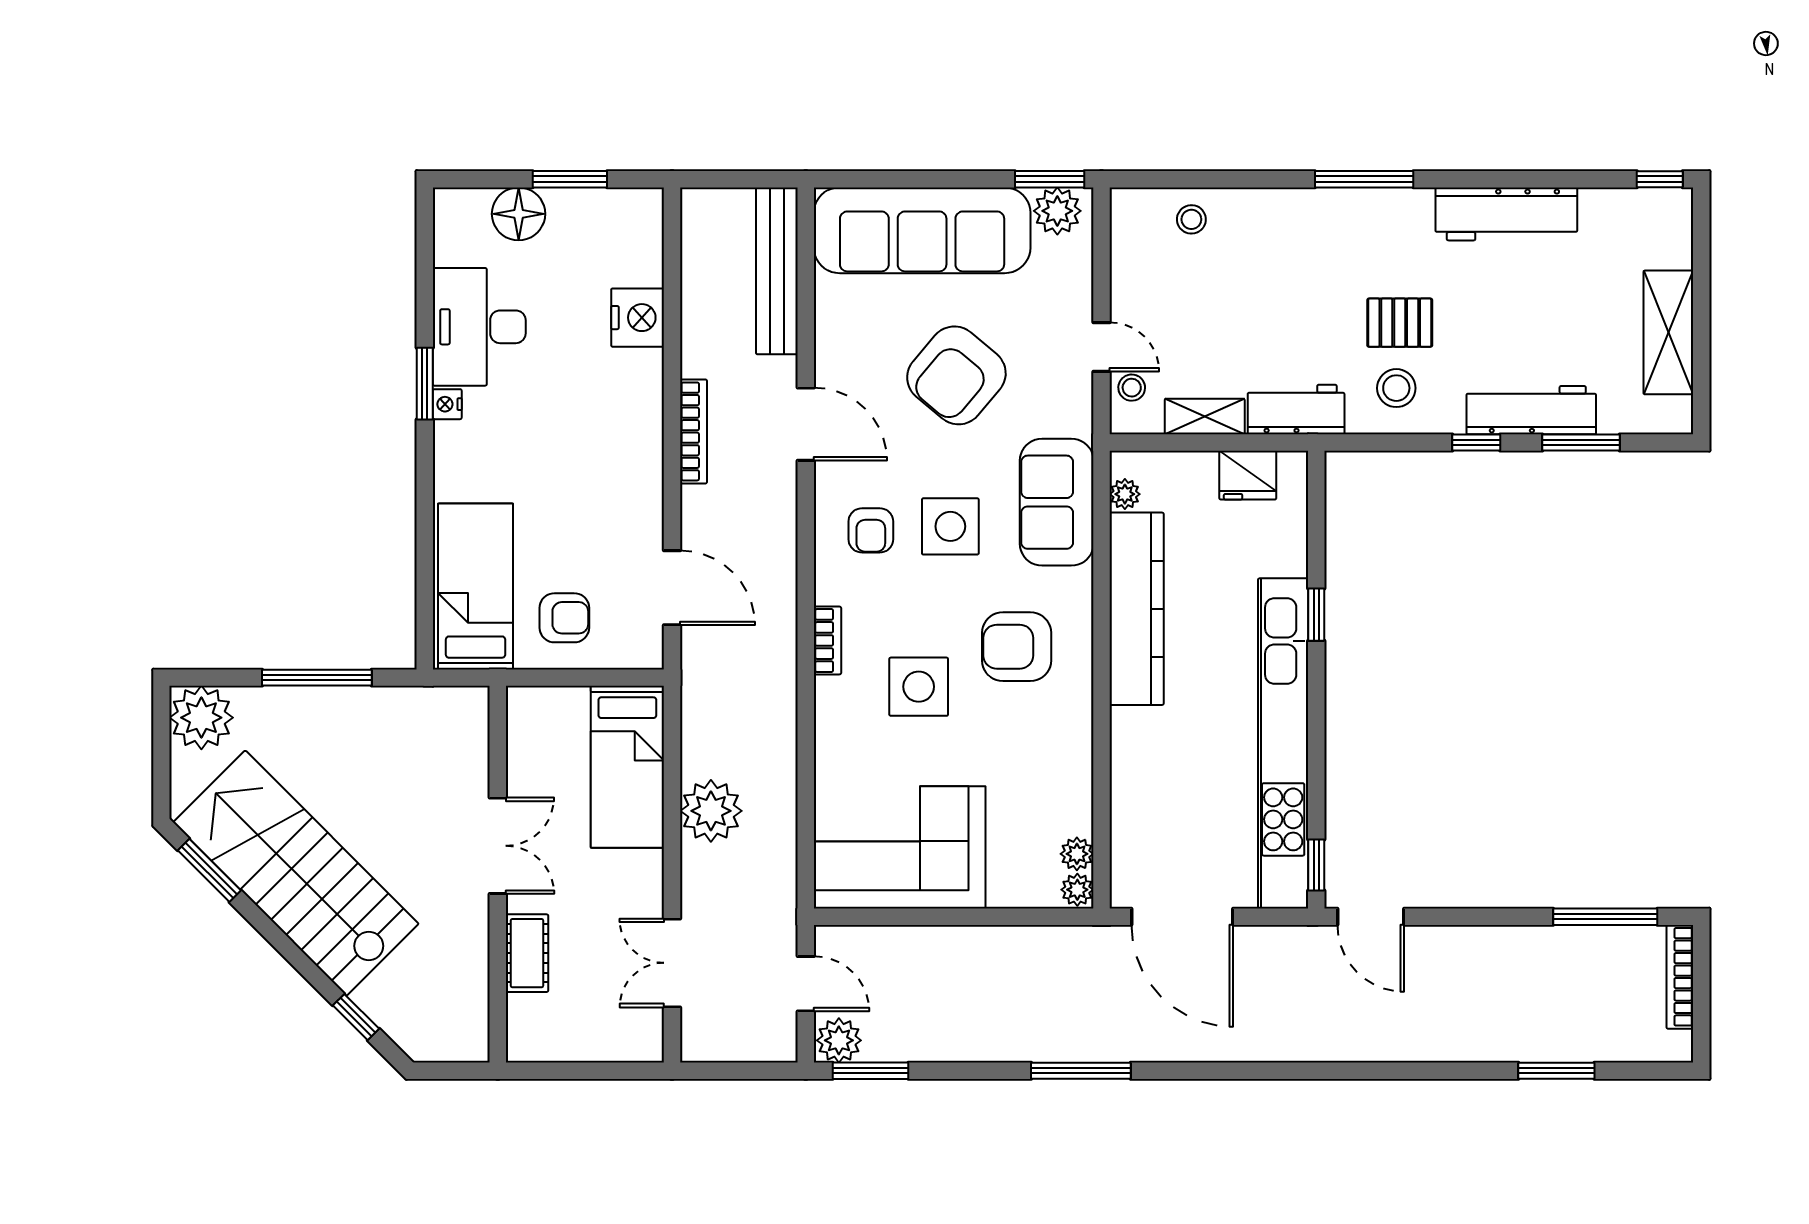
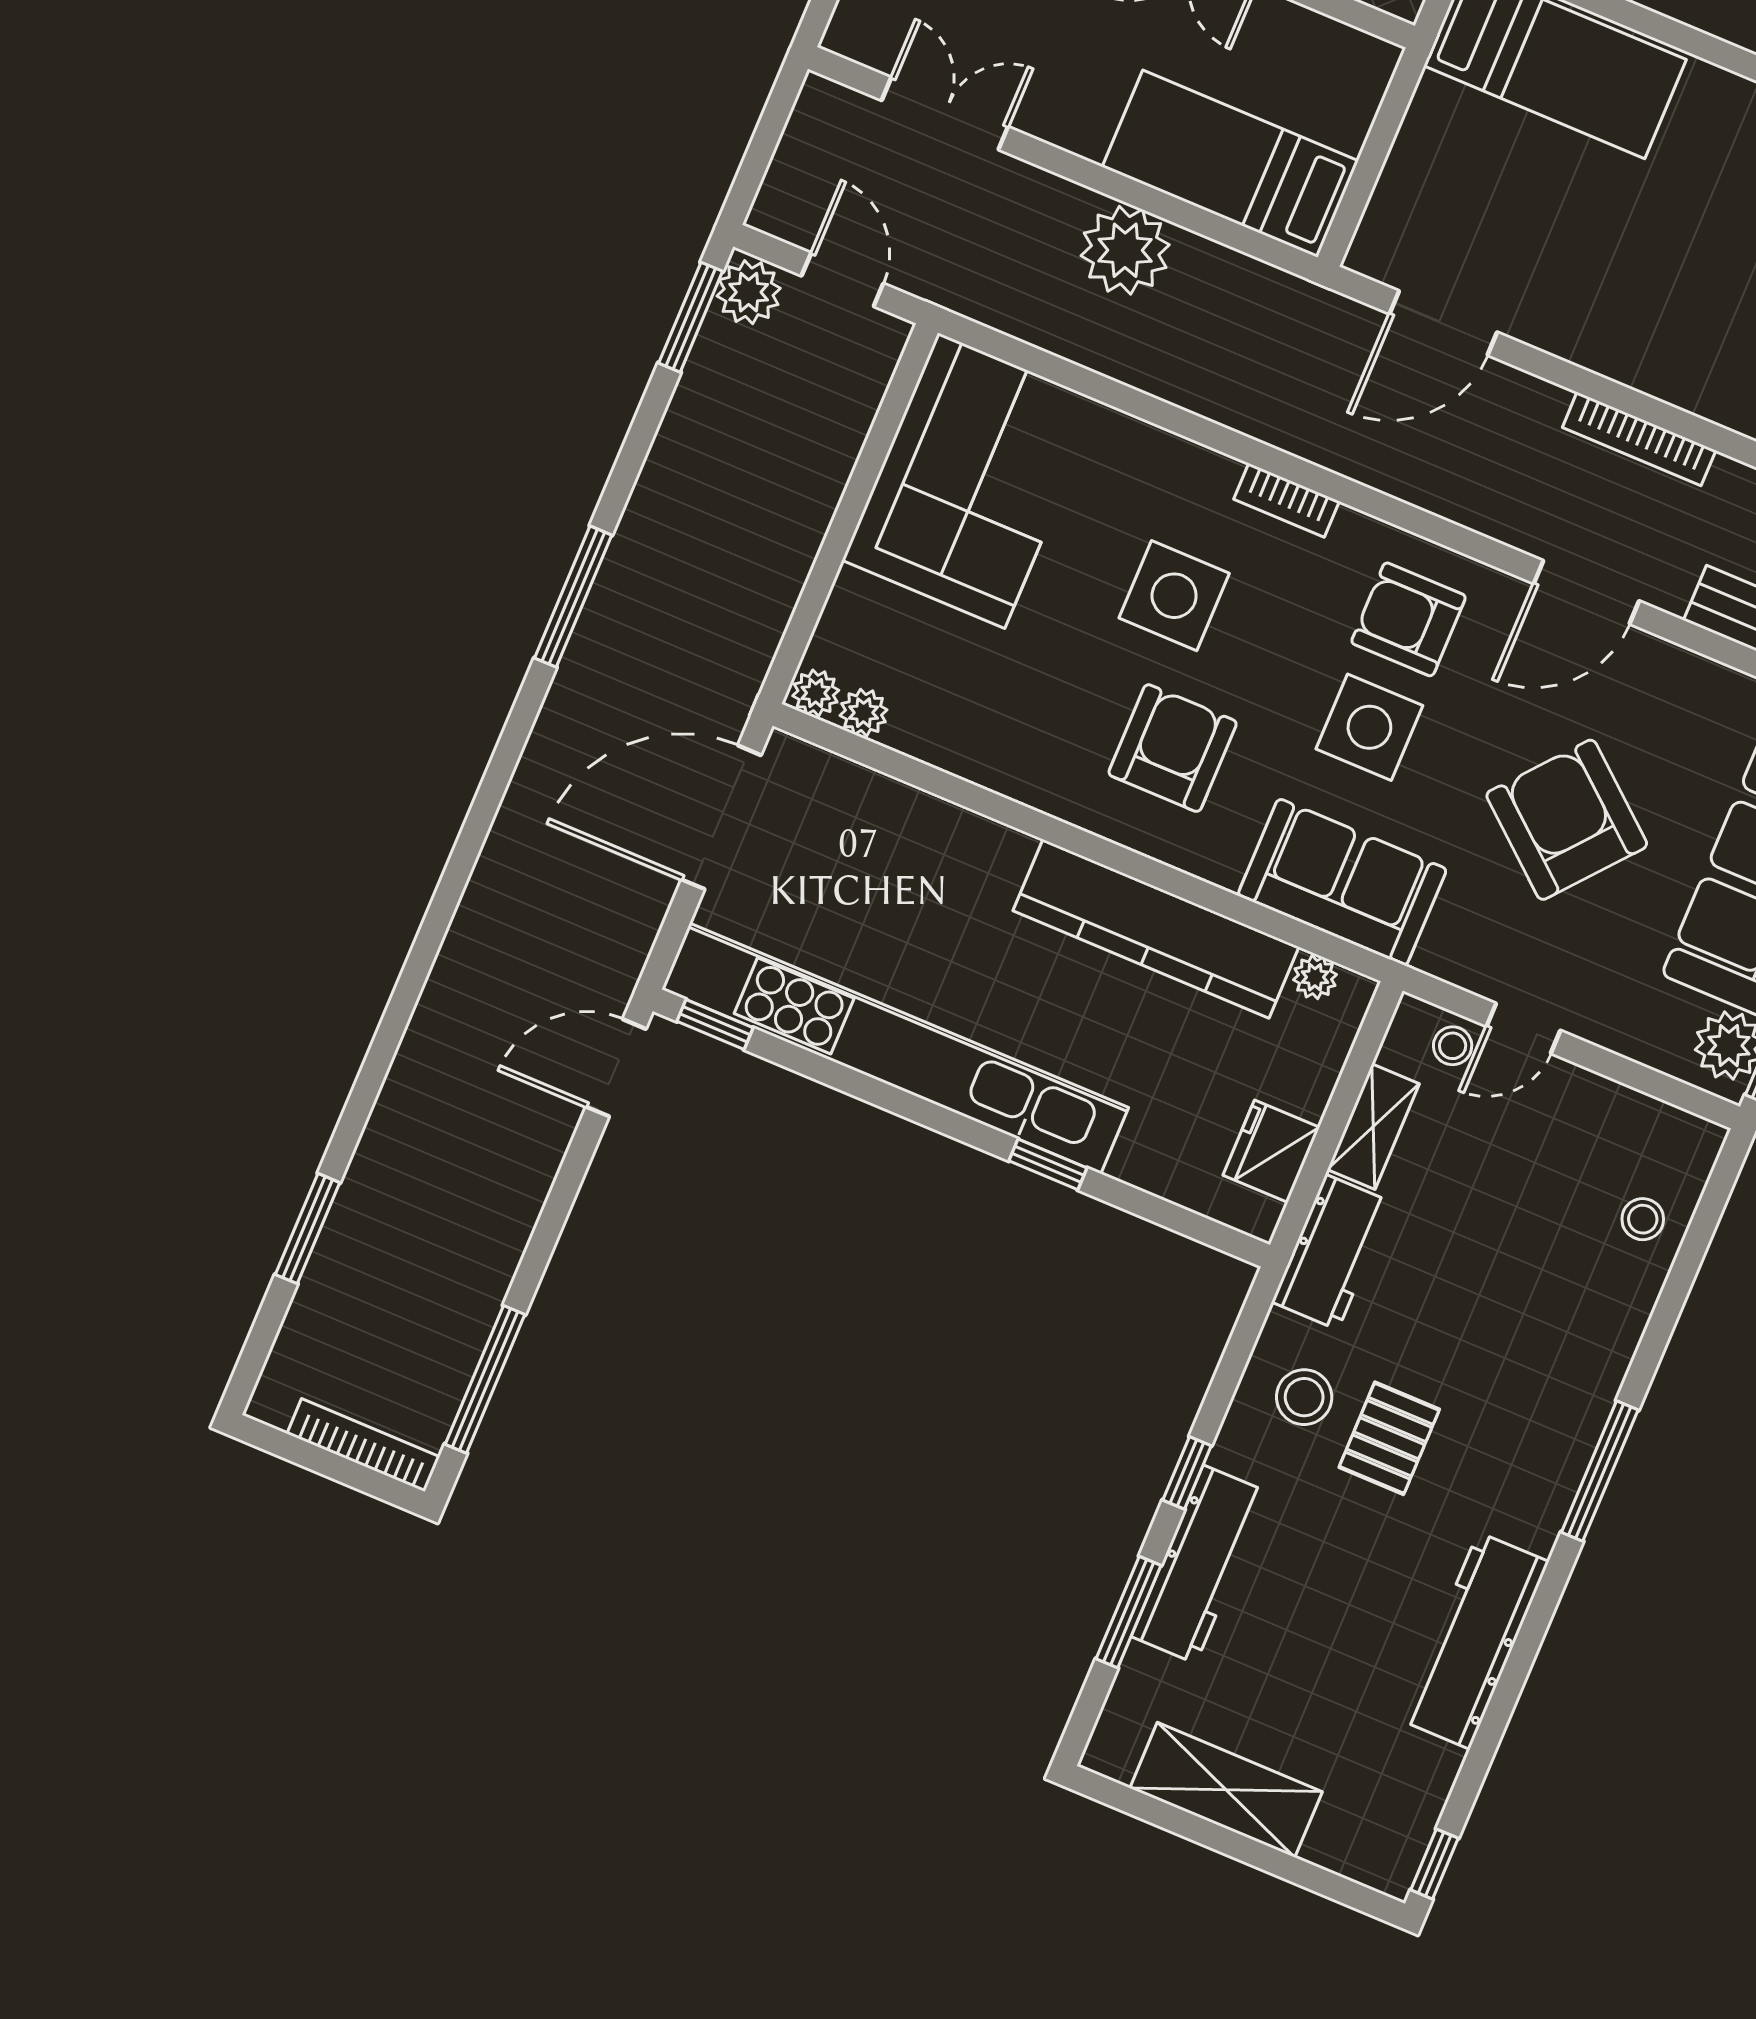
armchair: (871, 530) -> (1409, 619), width x1.38, depth x1.38
armchair: (564, 618) -> (1464, 163), removed
door: (806, 984) -> (842, 280), swing flipped

